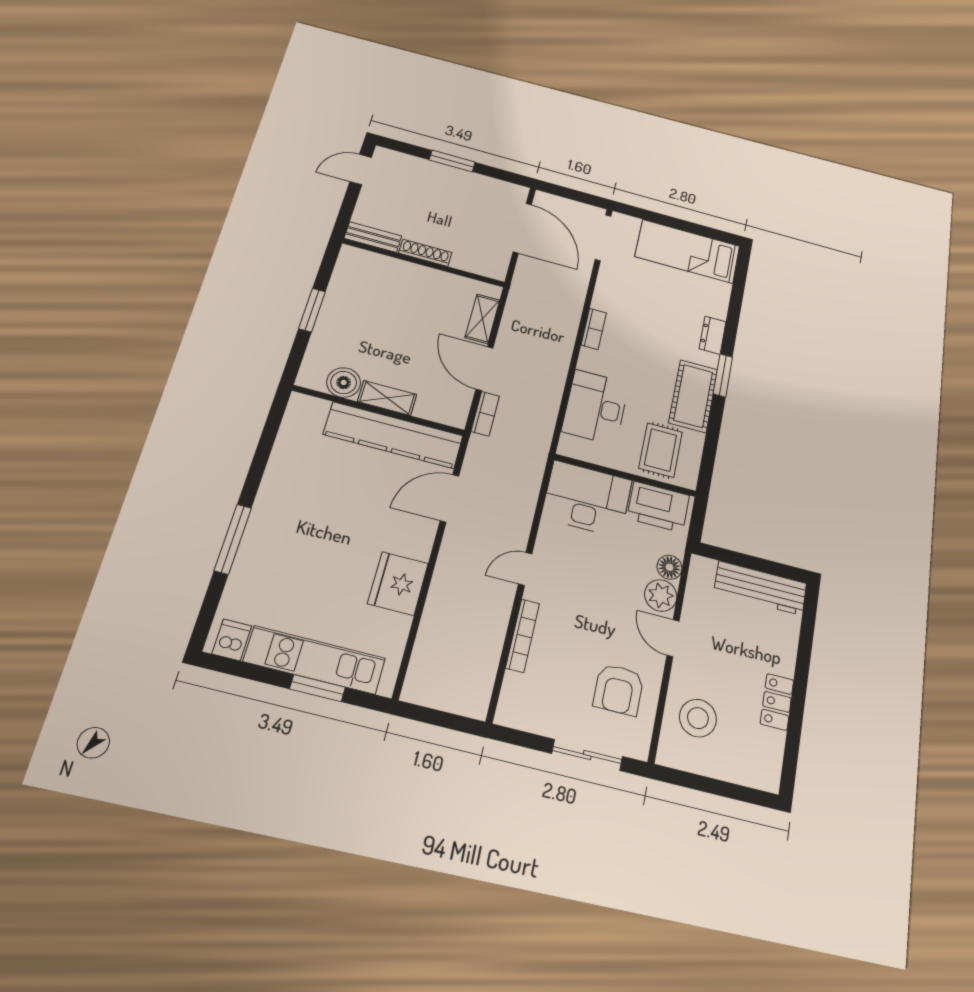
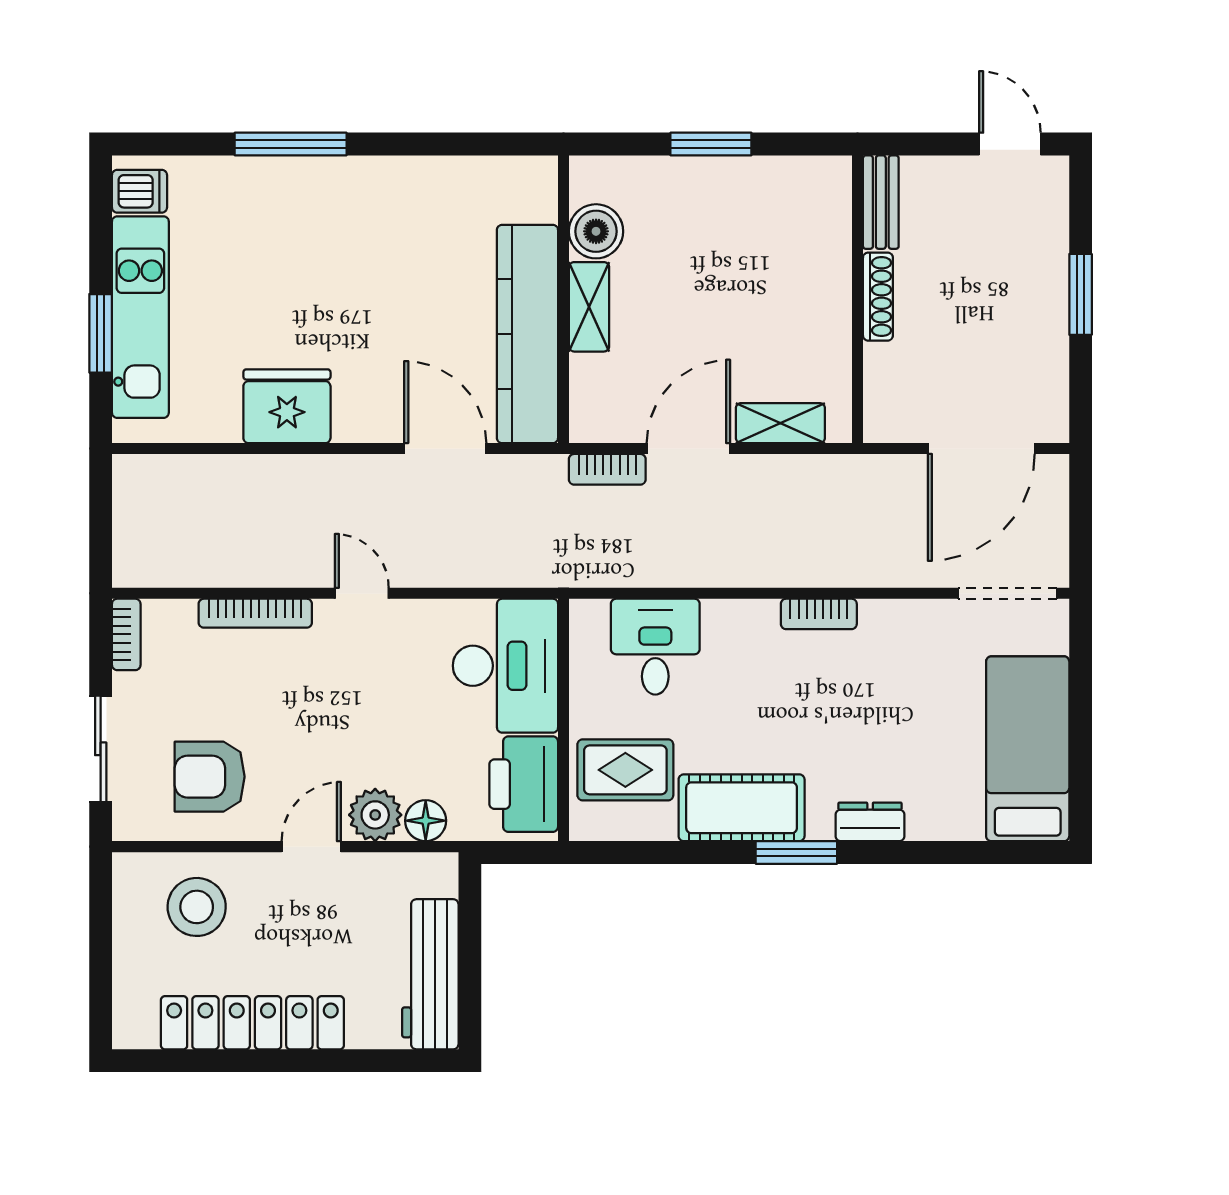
desk: (595, 407) -> (655, 647), width x0.73
locker: (777, 702) -> (252, 1023), width x2.16, depth x1.21
bookcase: (518, 720) -> (126, 634), added

